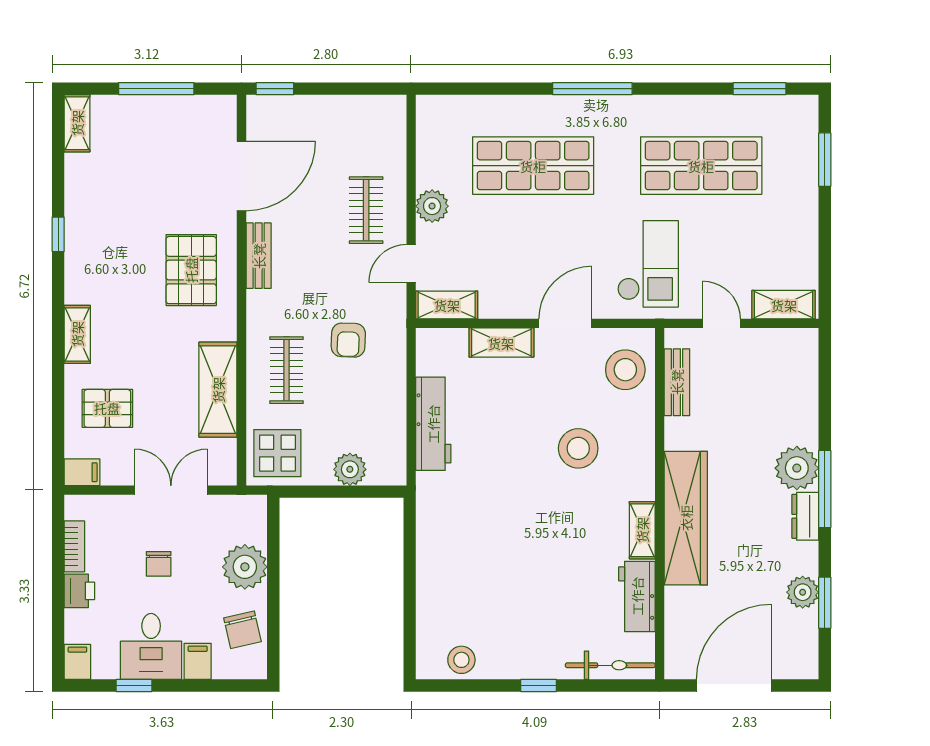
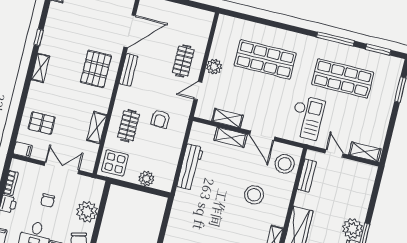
window: (592, 89) -> (335, 39), moved
shelving: (447, 305) -> (227, 118), moved
door: (565, 323) -> (262, 136), swing flipped
shelving: (77, 334) -> (40, 68), moved
shelving: (218, 390) -> (97, 127), width x0.67, depth x0.75

